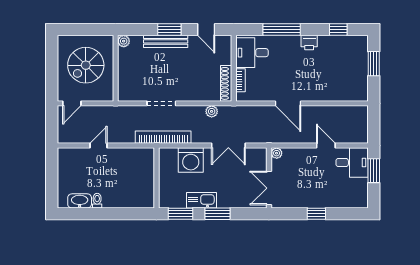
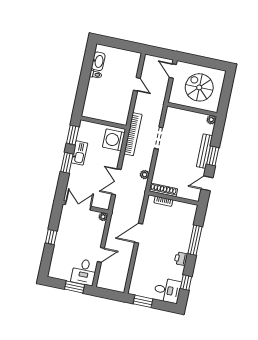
desk: (252, 53) -> (167, 290), moved, turned 90
window: (374, 64) -> (143, 301), moved
washing machine: (191, 160) -> (114, 140), moved

